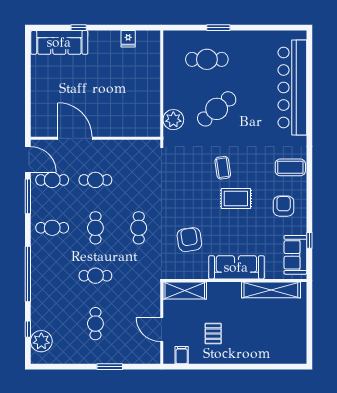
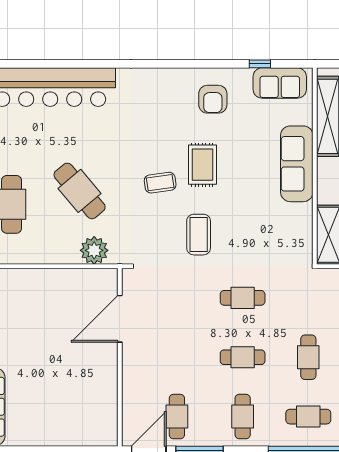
door: (75, 138) -> (120, 319), moved
coffee table: (290, 167) -> (199, 235), moved
cafe table: (95, 180) -> (308, 417), moved, turned 90
armchair: (284, 206) -> (213, 99), turned -90
armchair: (189, 240) -> (259, 228), removed

